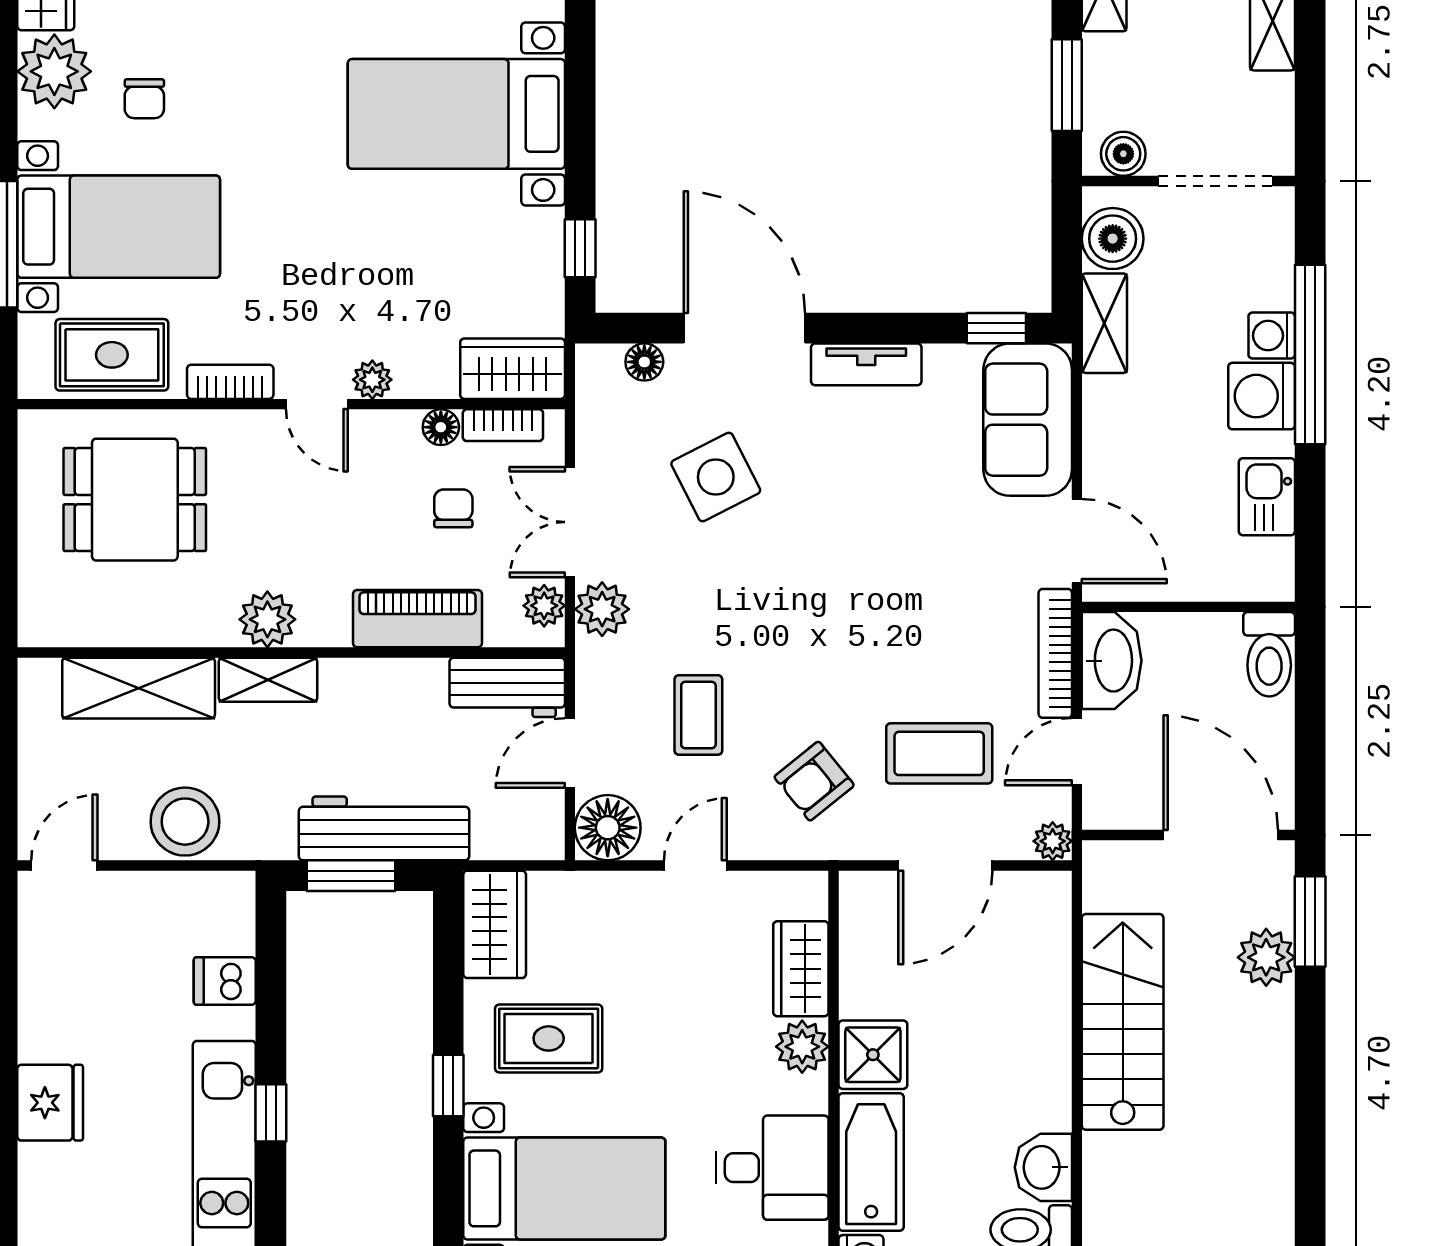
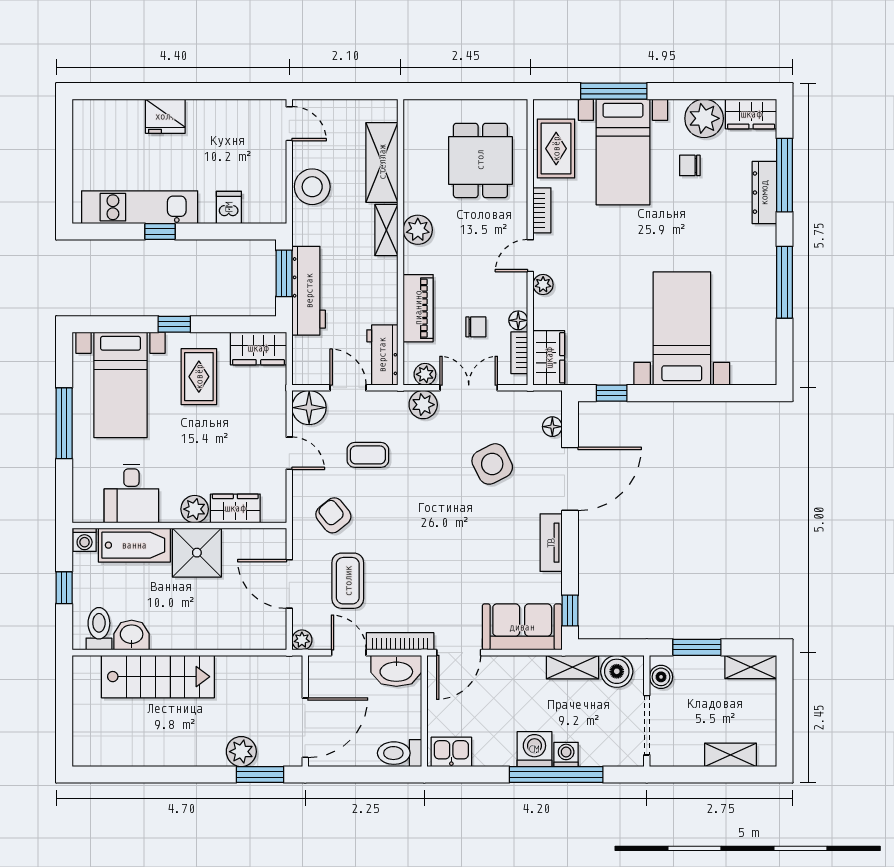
kitchen sink: (1267, 497) -> (451, 752), moved
stairs: (1123, 1022) -> (158, 677), moved
shower: (873, 1055) -> (197, 553), width x1.36, depth x1.36

